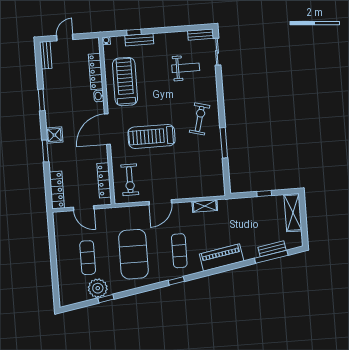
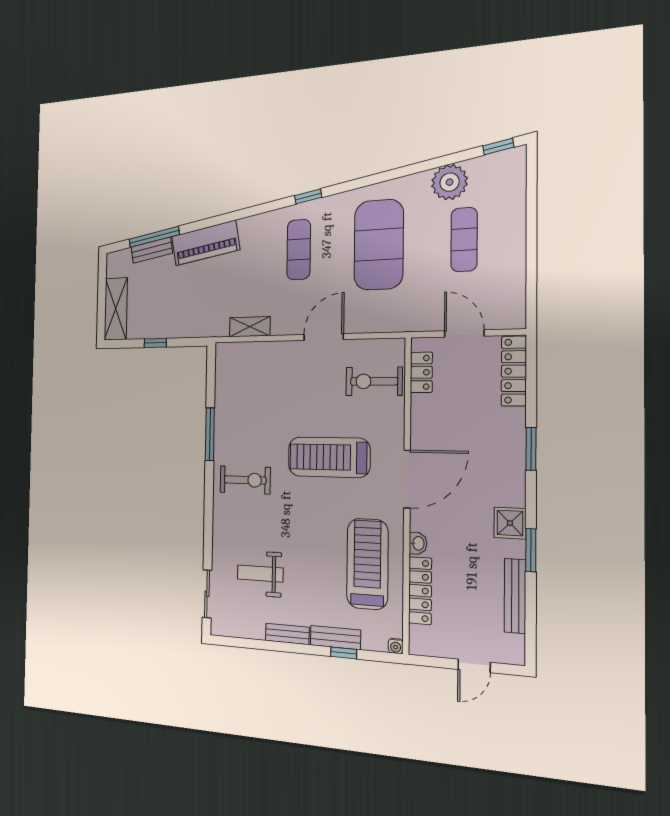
bench: (201, 35) -> (287, 634), moved
bench: (46, 55) -> (515, 596), moved, width x1.36
treadmill: (125, 82) -> (367, 564), turned 180
exercise bike: (200, 119) -> (245, 480), turned -105
shower: (54, 135) -> (510, 523), moved
treadmill: (151, 136) -> (329, 457), turned 180
locker: (104, 180) -> (421, 372), width x0.66
exercise bike: (130, 180) -> (374, 381), turned -90
piano: (222, 258) -> (206, 243), moved
window: (106, 299) -> (498, 147), moved

